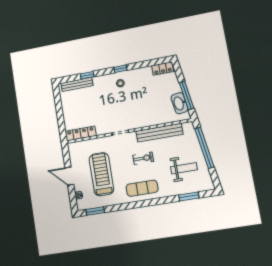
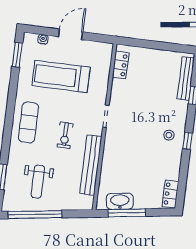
locker: (81, 133) -> (121, 65), width x0.66
window: (204, 148) -> (35, 215), moved
treadmill: (101, 174) -> (61, 76), turned 180

